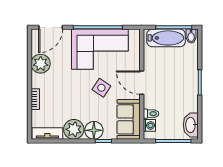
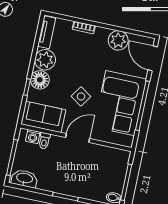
bathtub: (166, 38) -> (117, 172), removed

